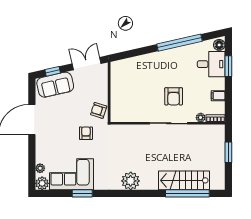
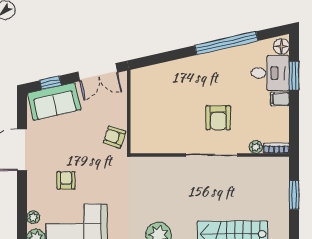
double door: (87, 64) -> (98, 72), swing flipped
filing cabinet: (218, 96) -> (280, 99), moved
armchair: (86, 133) -> (66, 180), moved

